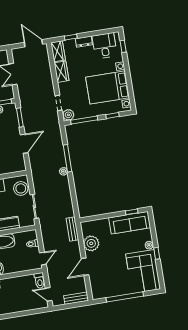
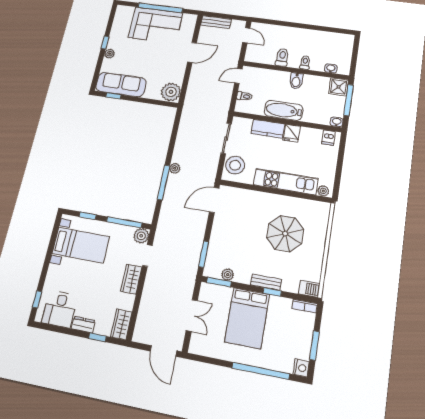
door: (33, 43) -> (164, 351), moved
wardrobe: (61, 72) -> (131, 279), moved
bed with nightstands: (108, 87) -> (81, 245), width x0.73
door: (24, 144) -> (214, 200), moved
bench: (72, 229) -> (190, 98), removed
plant: (91, 243) -> (171, 92), moved
corner sofa: (143, 272) -> (155, 25), moved, turned 90
toilet: (40, 281) -> (282, 57), moved

